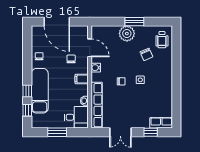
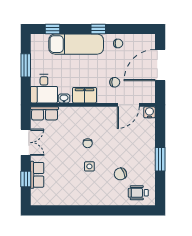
plant: (127, 34) -> (146, 150), removed
water cooler: (96, 68) -> (149, 112), moved
filing cabinet: (82, 79) -> (85, 95), width x2.00
window: (27, 91) -> (98, 29), moved
row of seats: (97, 105) -> (45, 113), width x0.50
row of seats: (161, 123) -> (37, 175), moved
double door: (120, 132) -> (26, 142), swing flipped

